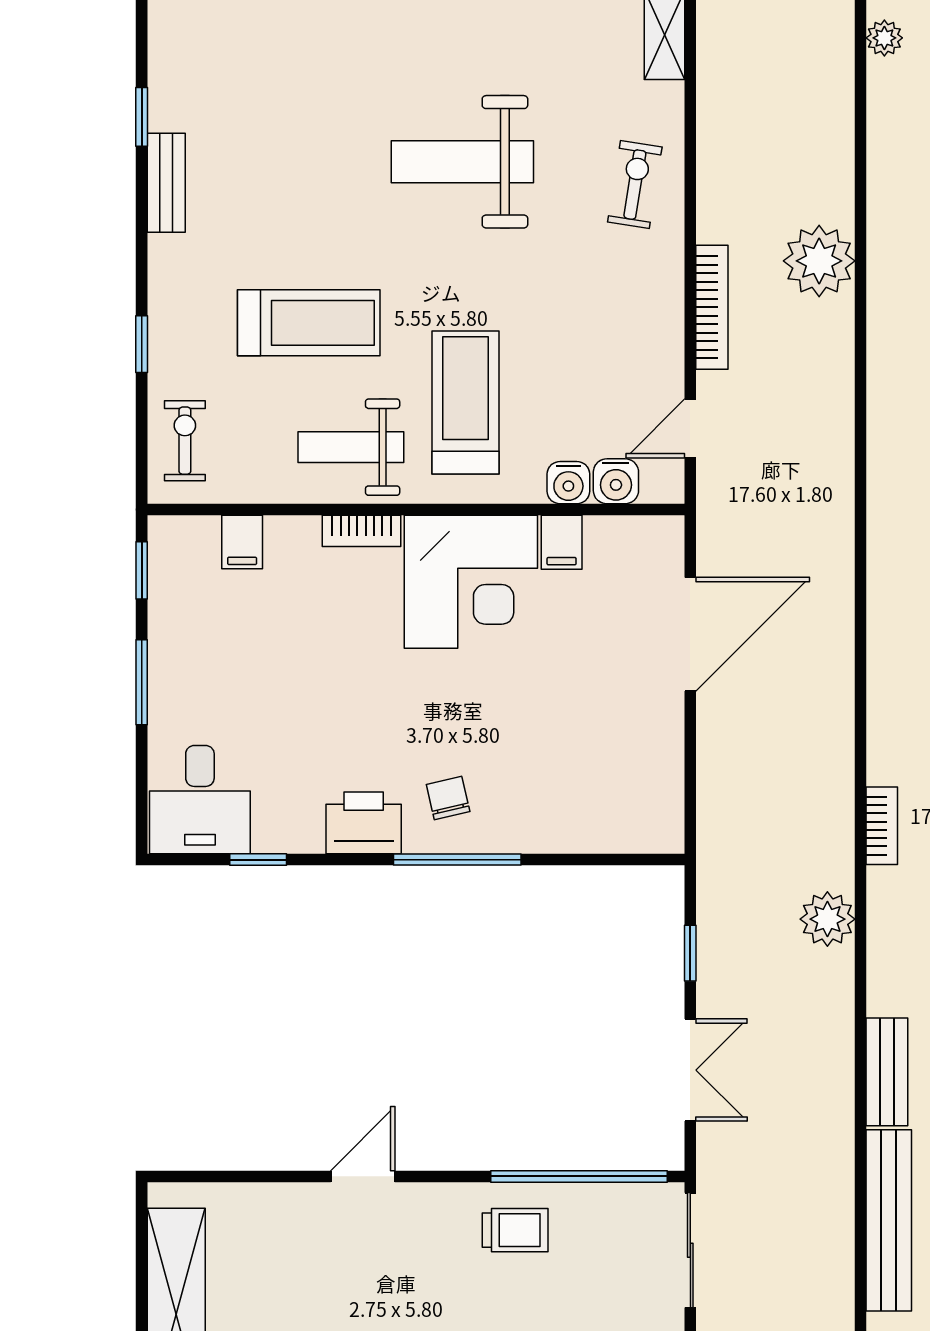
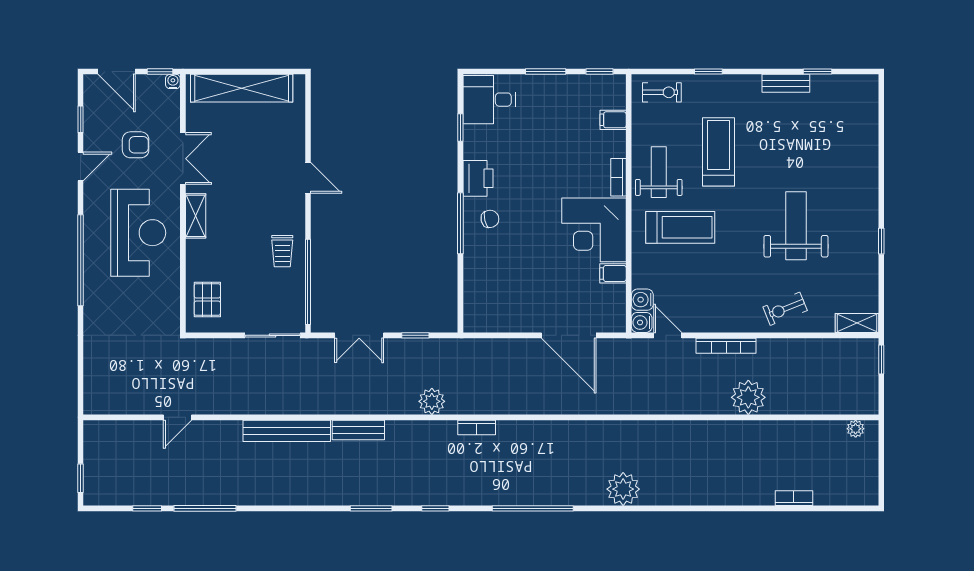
exercise bike: (635, 185) -> (785, 309), turned 149
treadmill: (309, 323) -> (719, 152), turned 180
water cooler: (568, 483) -> (642, 322), moved

